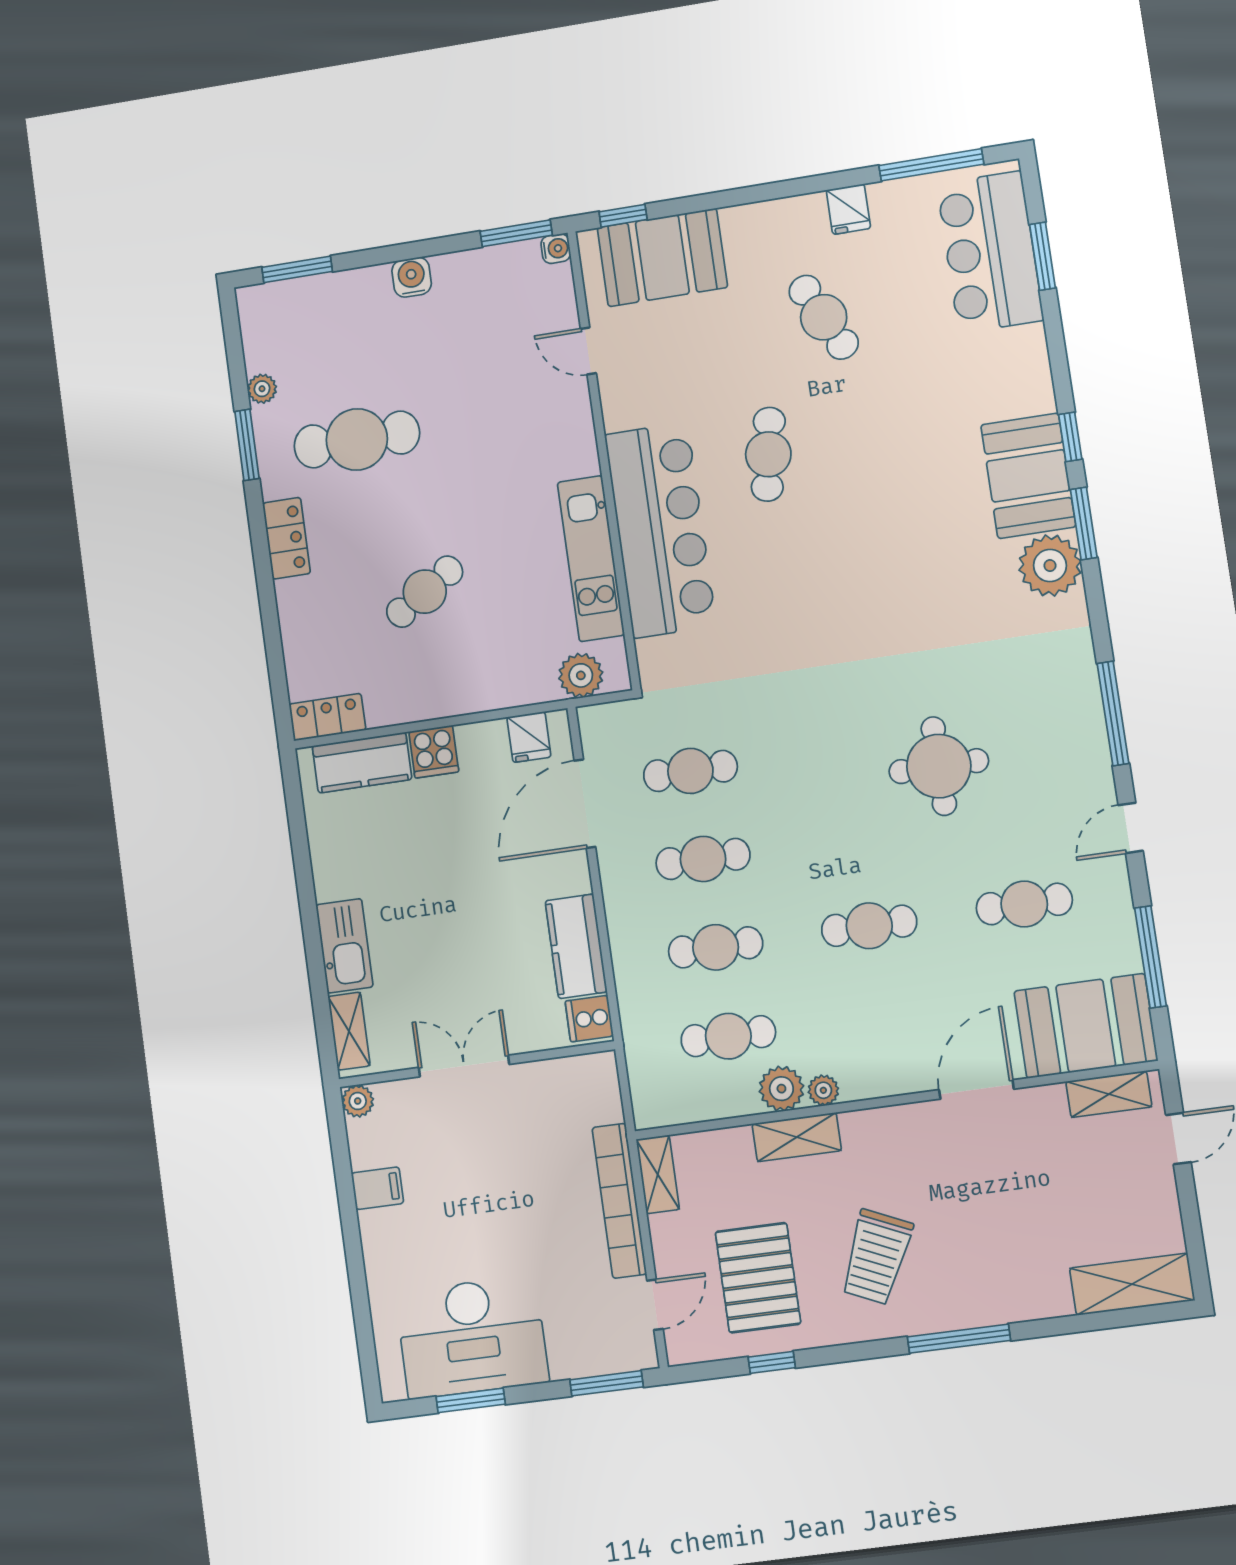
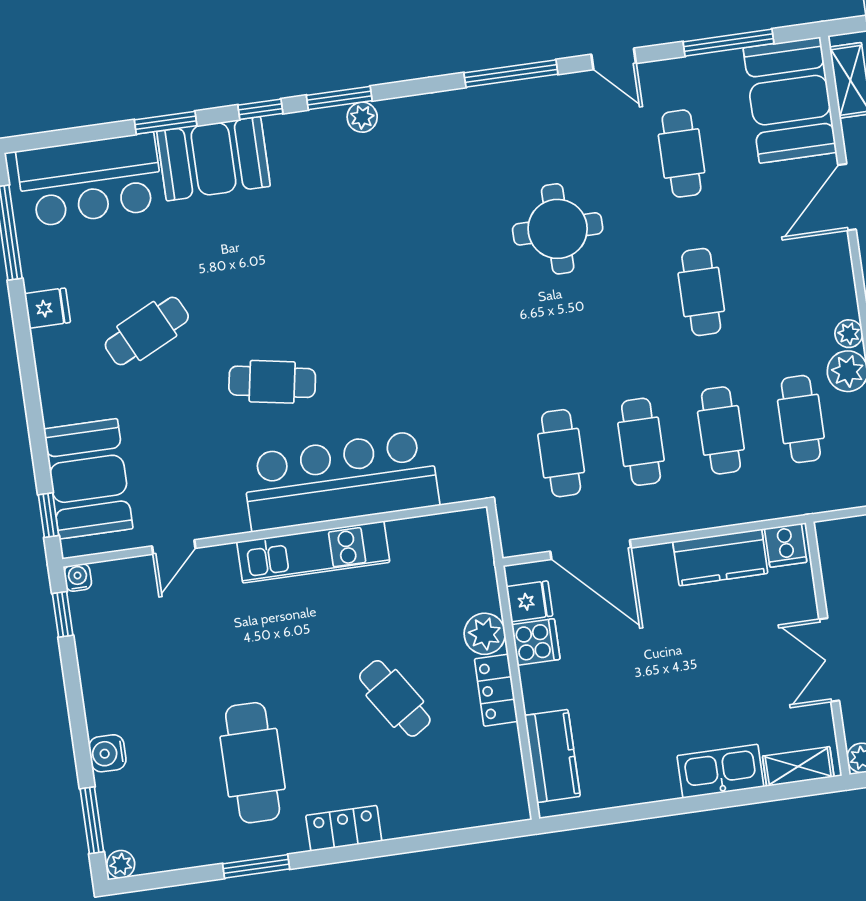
window: (516, 233) -> (63, 614), width x0.67
window: (1042, 256) -> (166, 123), moved
water cooler: (412, 277) -> (107, 753), moved
plant: (262, 389) -> (121, 864), moved
booth: (1028, 476) -> (214, 159), moved
kitchen unit: (591, 559) -> (313, 552), moved
plant: (1050, 566) -> (362, 117), width x0.53, depth x0.53
plant: (581, 675) -> (485, 634), moved
locker: (327, 717) -> (496, 690), moved
cooker: (434, 752) -> (536, 642), moved
door: (976, 1089) -> (847, 197), hinge flipped

